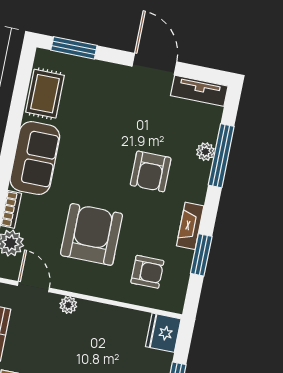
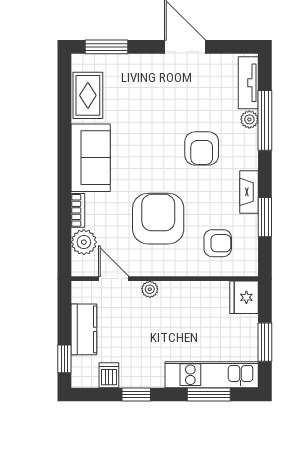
tv unit: (199, 91) -> (248, 83), moved, turned 90

